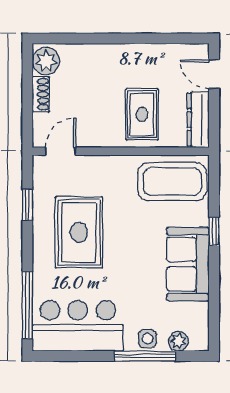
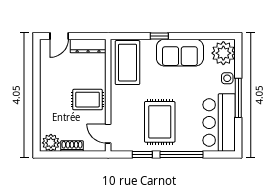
rug: (142, 114) -> (88, 100), moved
rug: (79, 232) -> (160, 122), turned 90
window: (27, 305) -> (181, 155), moved
plant: (178, 341) -> (223, 53), width x1.87, depth x1.87
window: (145, 356) -> (238, 98), moved

